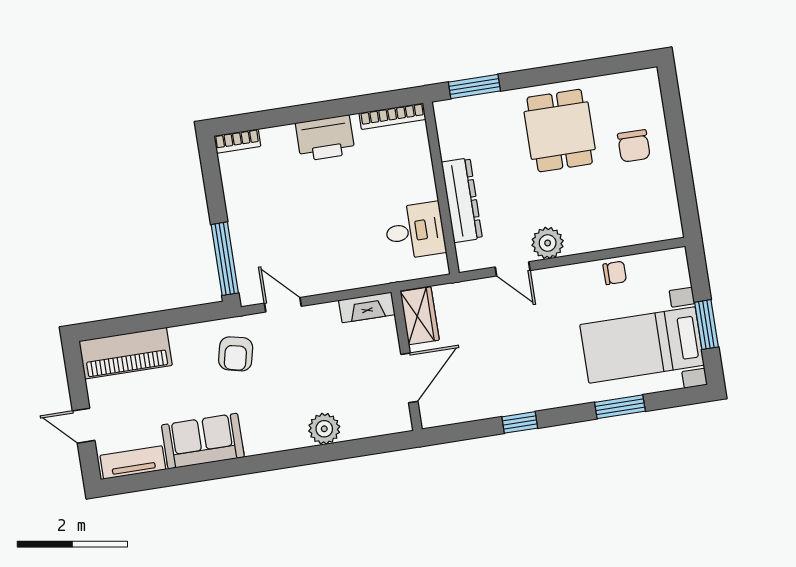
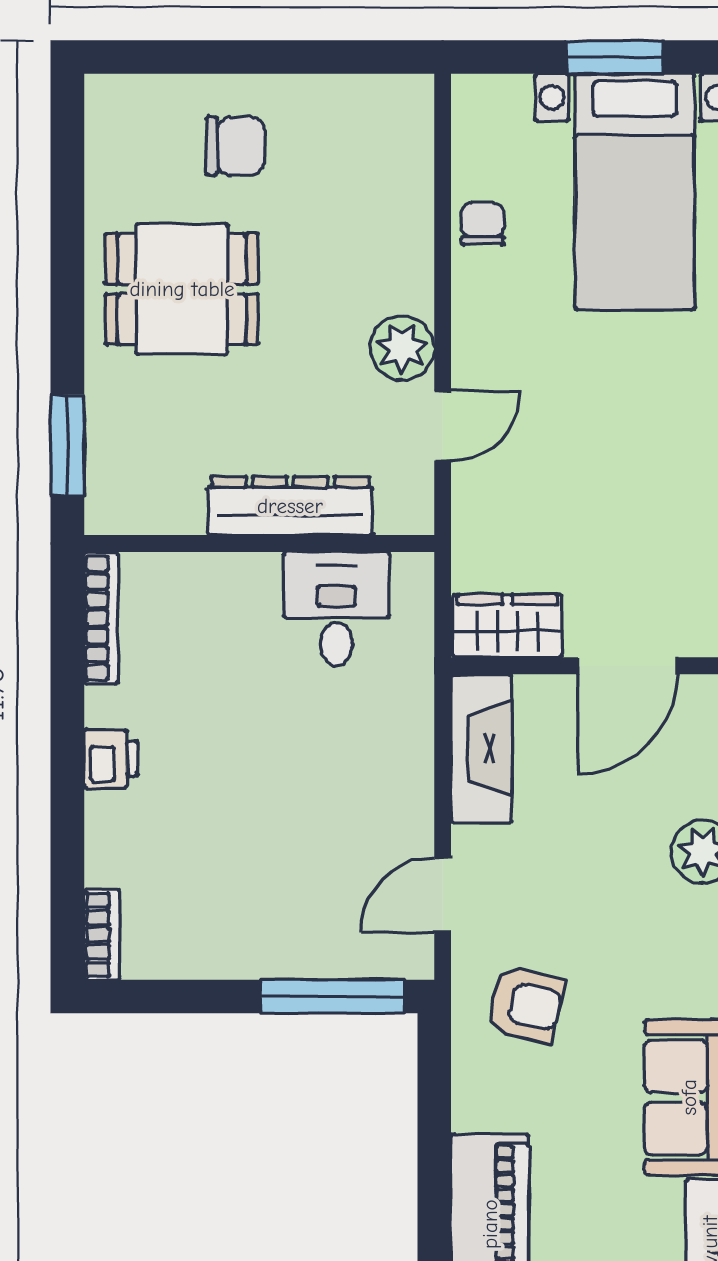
printer: (325, 138) -> (111, 759), width x0.53, depth x0.68
fireplace: (367, 307) -> (482, 749), width x1.37, depth x1.32
door: (409, 378) -> (628, 666), swing flipped

